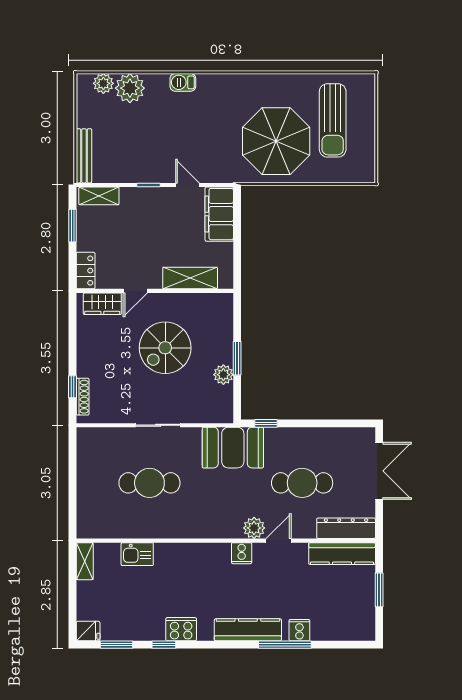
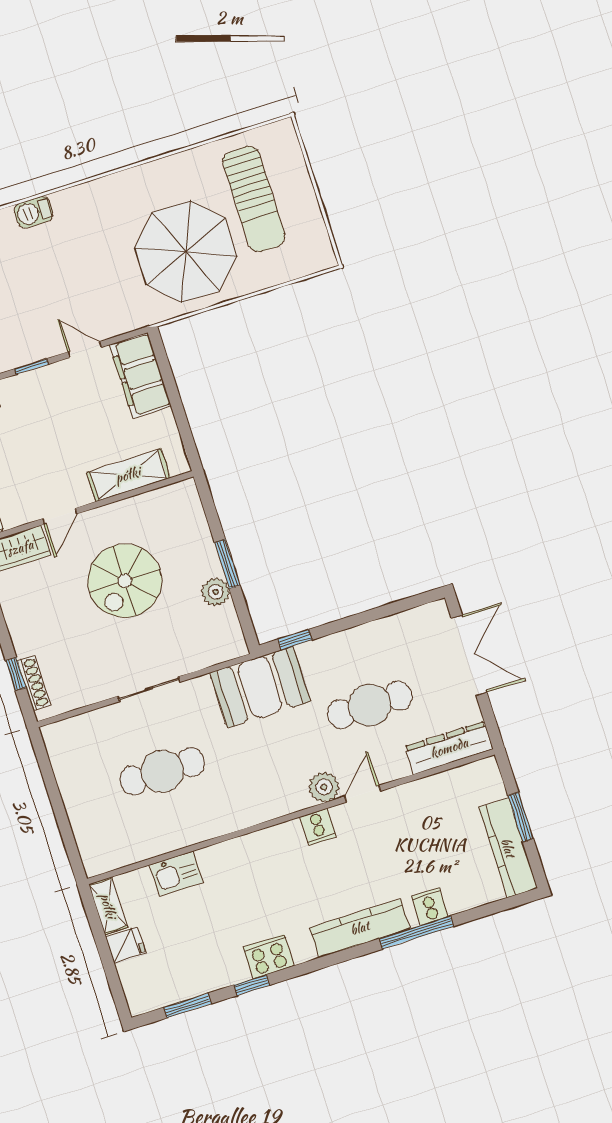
kitchen counter: (342, 554) -> (508, 848), moved, turned 90
fridge: (88, 631) -> (126, 945), moved

